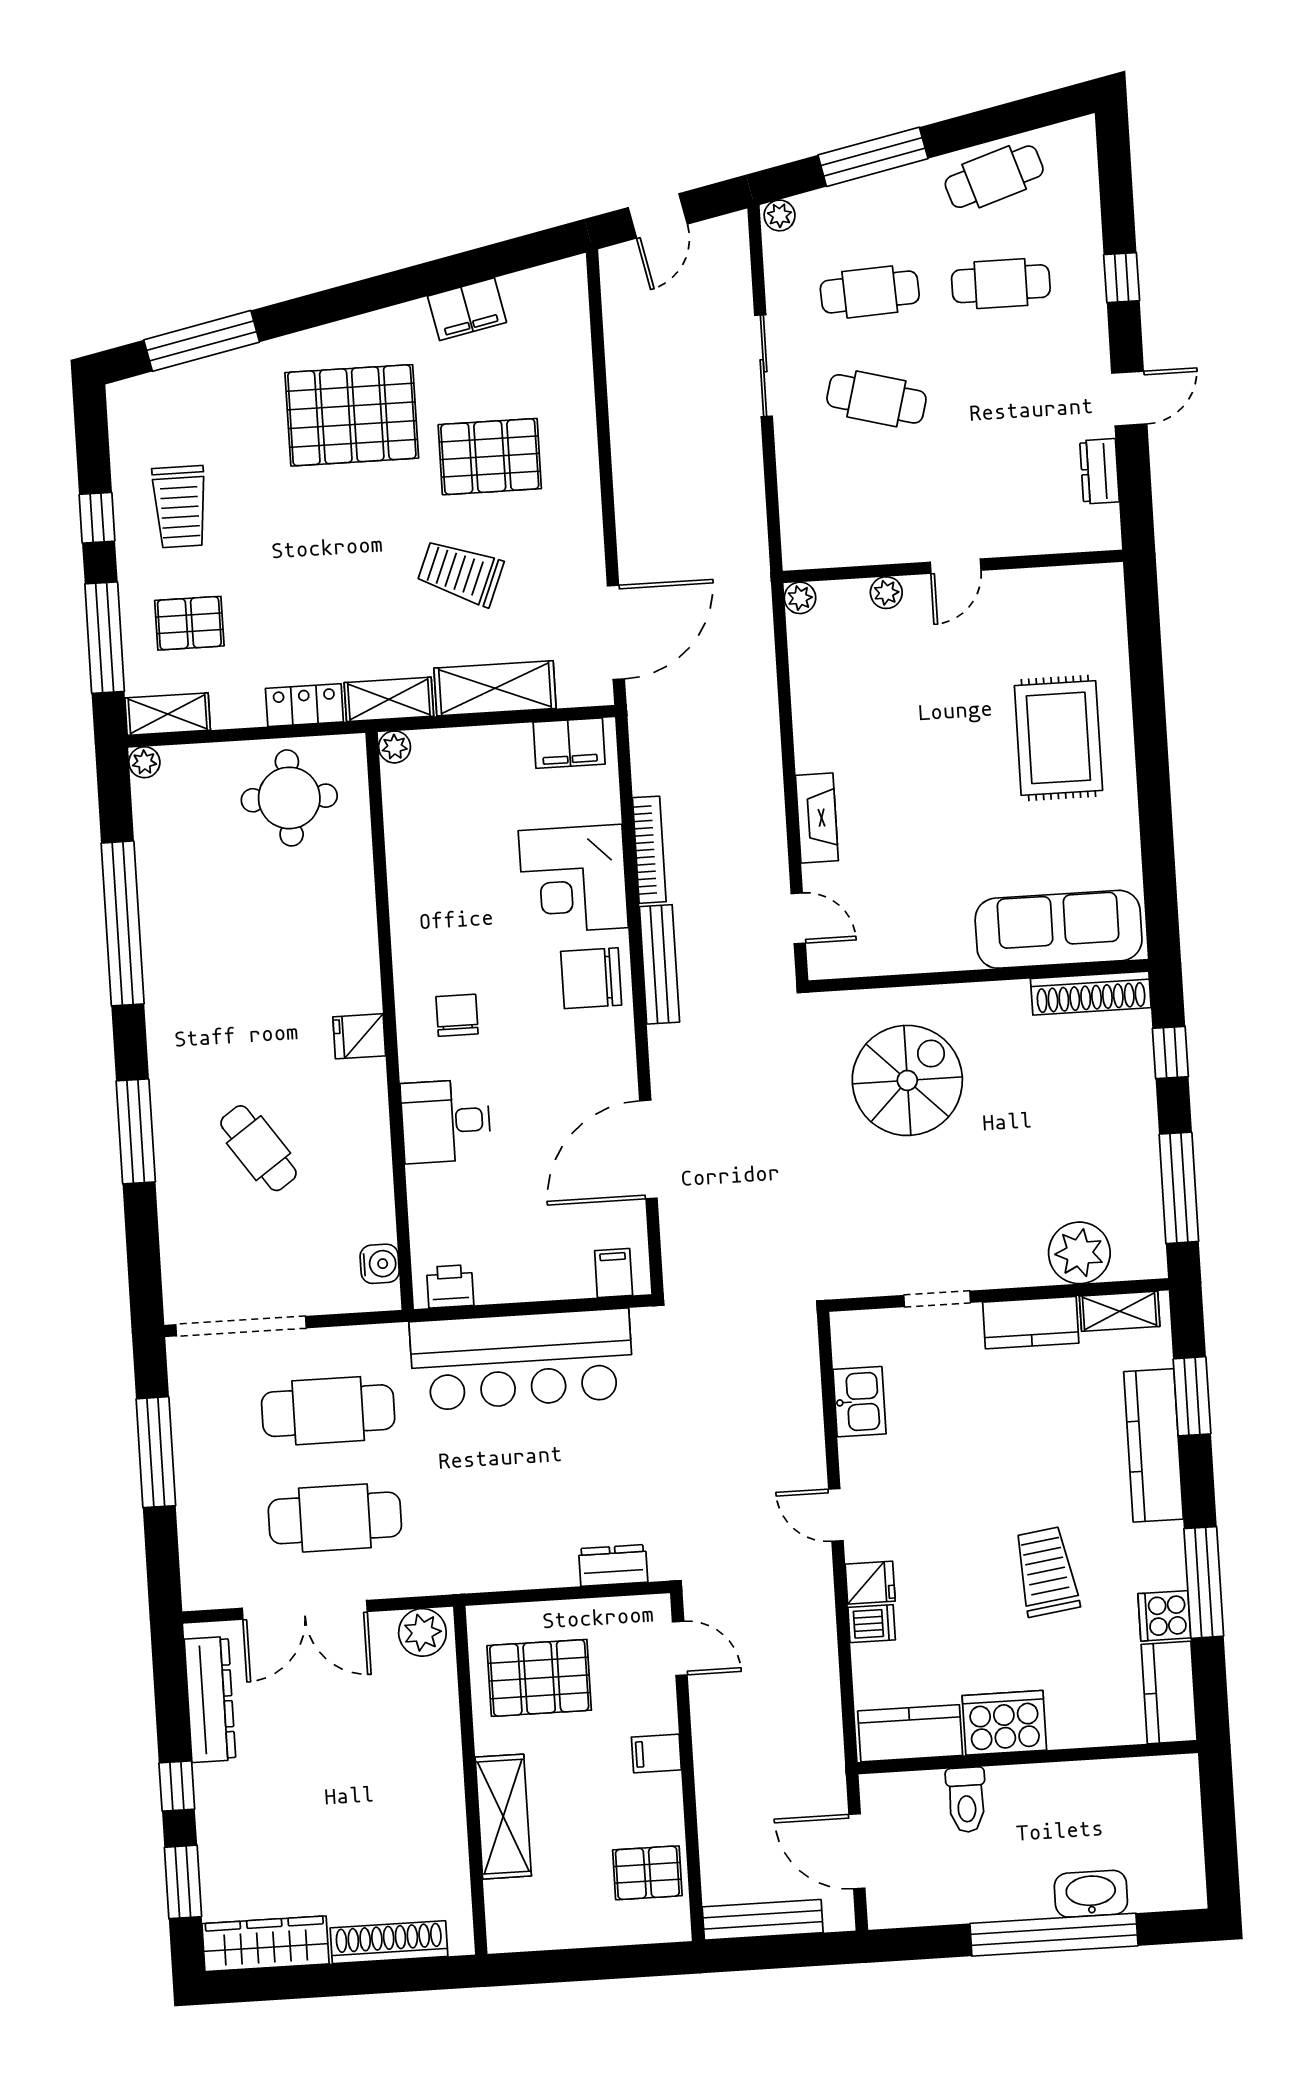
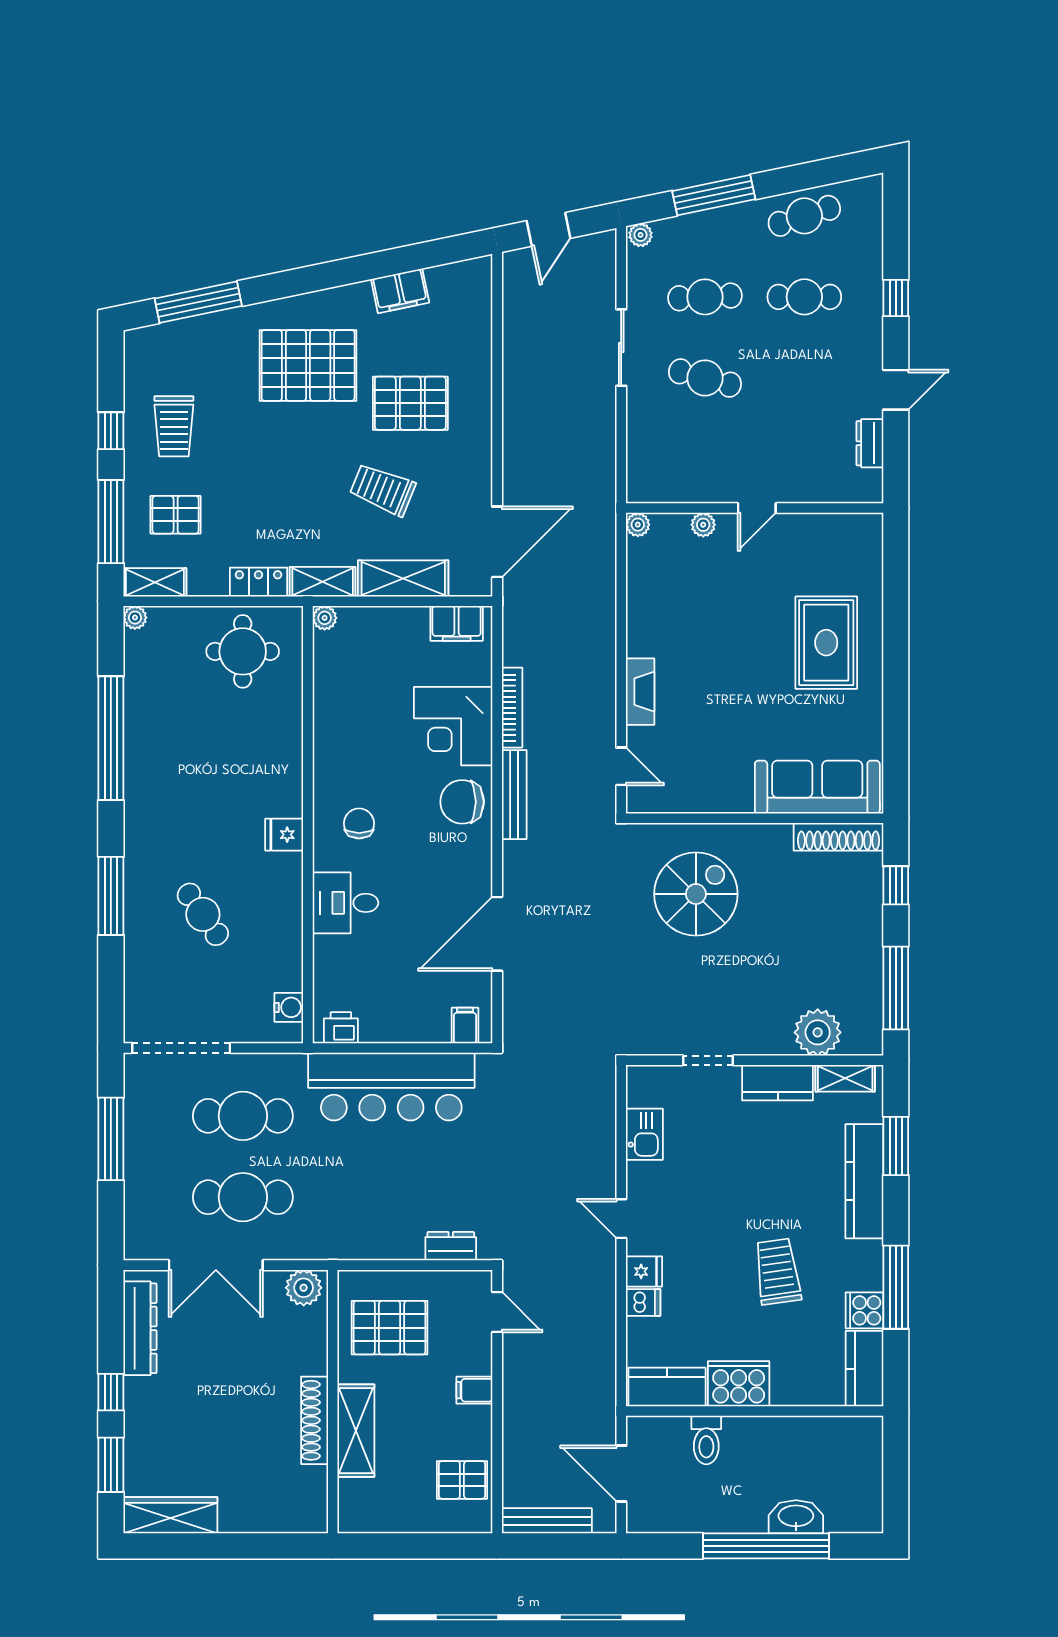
shoe rack: (389, 1942) -> (315, 1420), moved, turned -90

